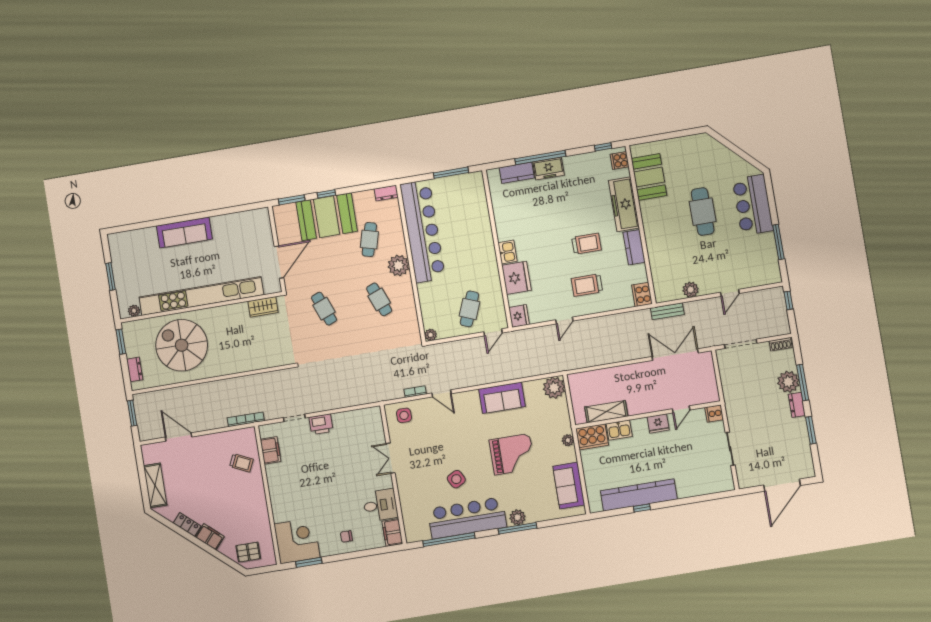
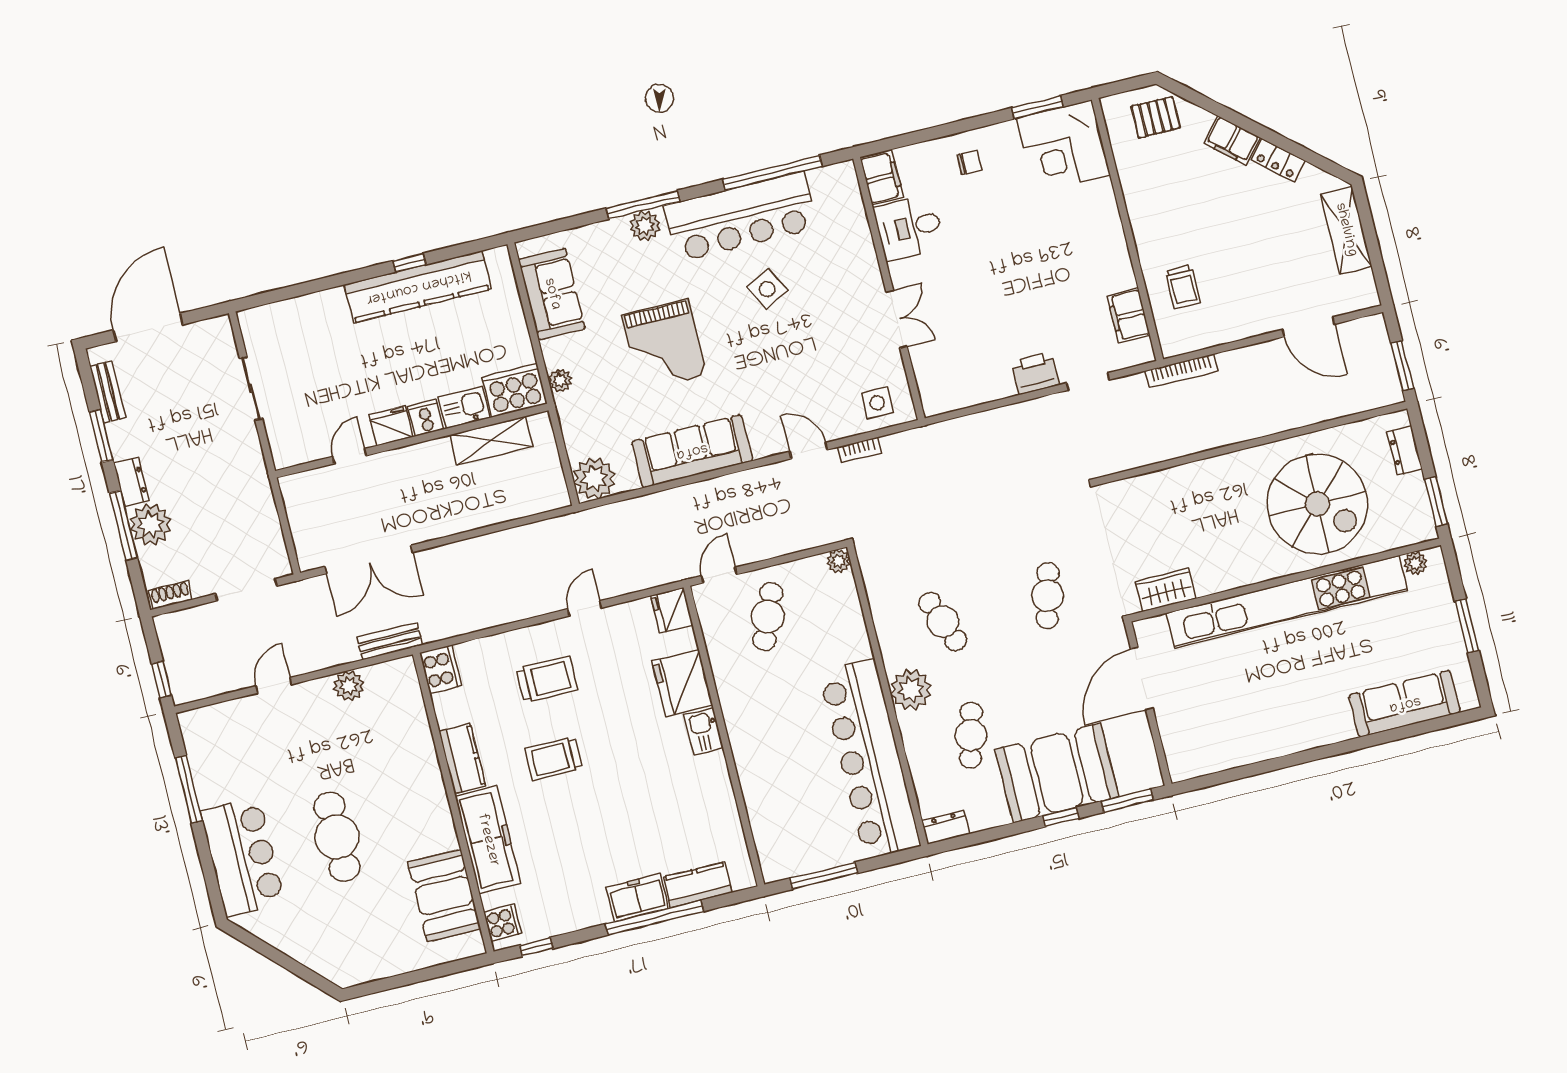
sofa: (184, 232) -> (1405, 704), moved
cafe table: (324, 309) -> (1048, 596), turned 36
sofa: (502, 398) -> (692, 451), width x1.36
cooker: (714, 414) -> (426, 418), moved, turned -90
bench: (806, 453) -> (108, 392), added
grand piano: (512, 454) -> (664, 345), turned -90
trolley: (241, 463) -> (1183, 287), turned -115

